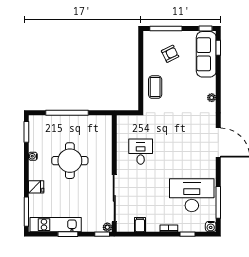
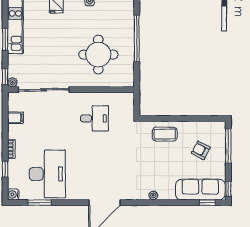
armchair: (170, 54) -> (201, 150), turned 144
round table: (70, 161) -> (98, 55), moved
window: (218, 202) -> (40, 203), width x0.69

